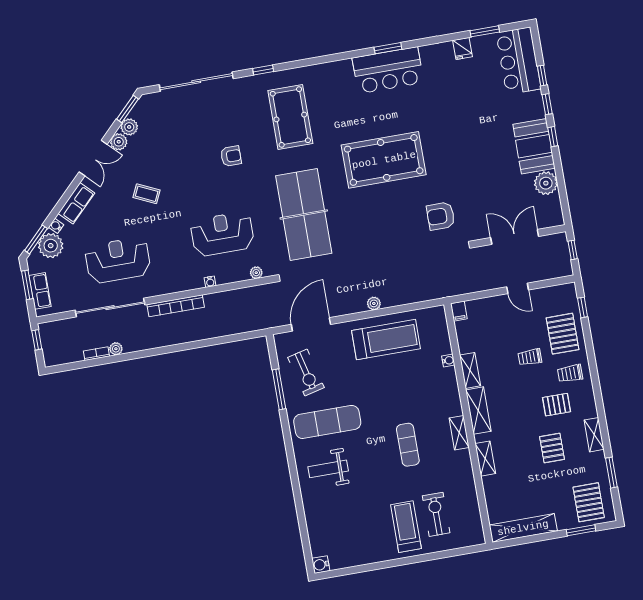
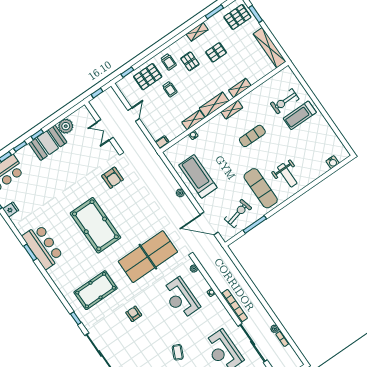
double door: (515, 237) -> (105, 130), width x0.73
water cooler: (321, 565) -> (333, 162), moved

